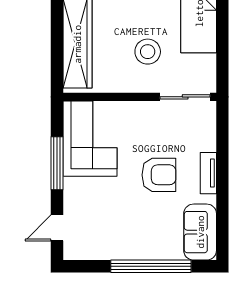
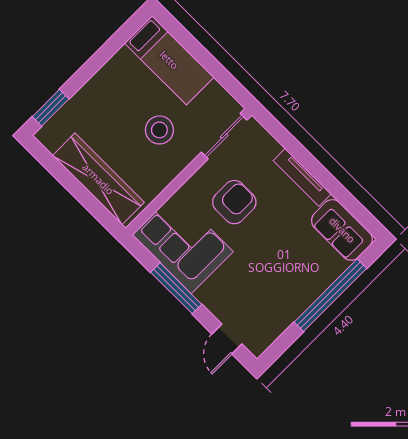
tv unit: (208, 173) -> (302, 177), width x1.41
armchair: (159, 175) -> (234, 202), moved

